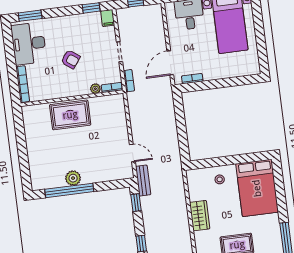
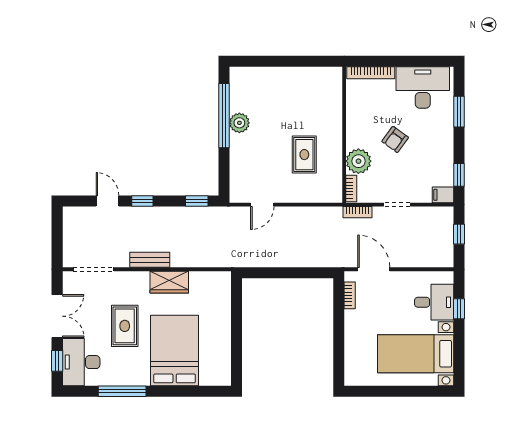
window: (30, 16) -> (459, 112), moved
plant: (95, 89) -> (358, 161), width x1.88, depth x1.88
rug: (70, 115) -> (304, 155), moved, width x0.73, depth x0.70
stool: (220, 179) -> (213, 314), removed
bench: (143, 181) -> (150, 260), moved
bed: (257, 188) -> (175, 350), moved, turned 90

